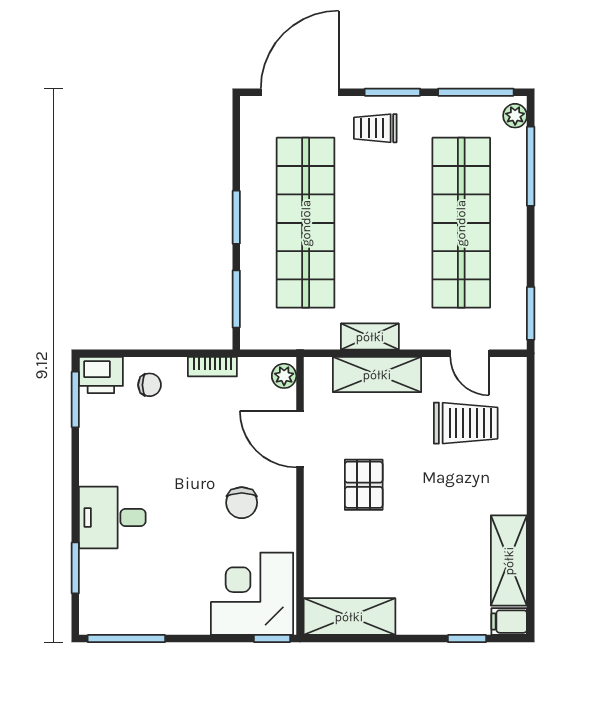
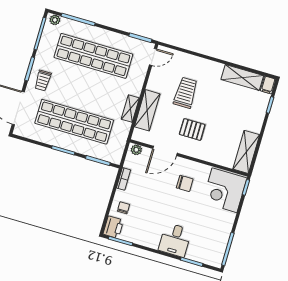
door: (470, 353) -> (153, 57), moved
trolley: (466, 423) -> (185, 93), moved

